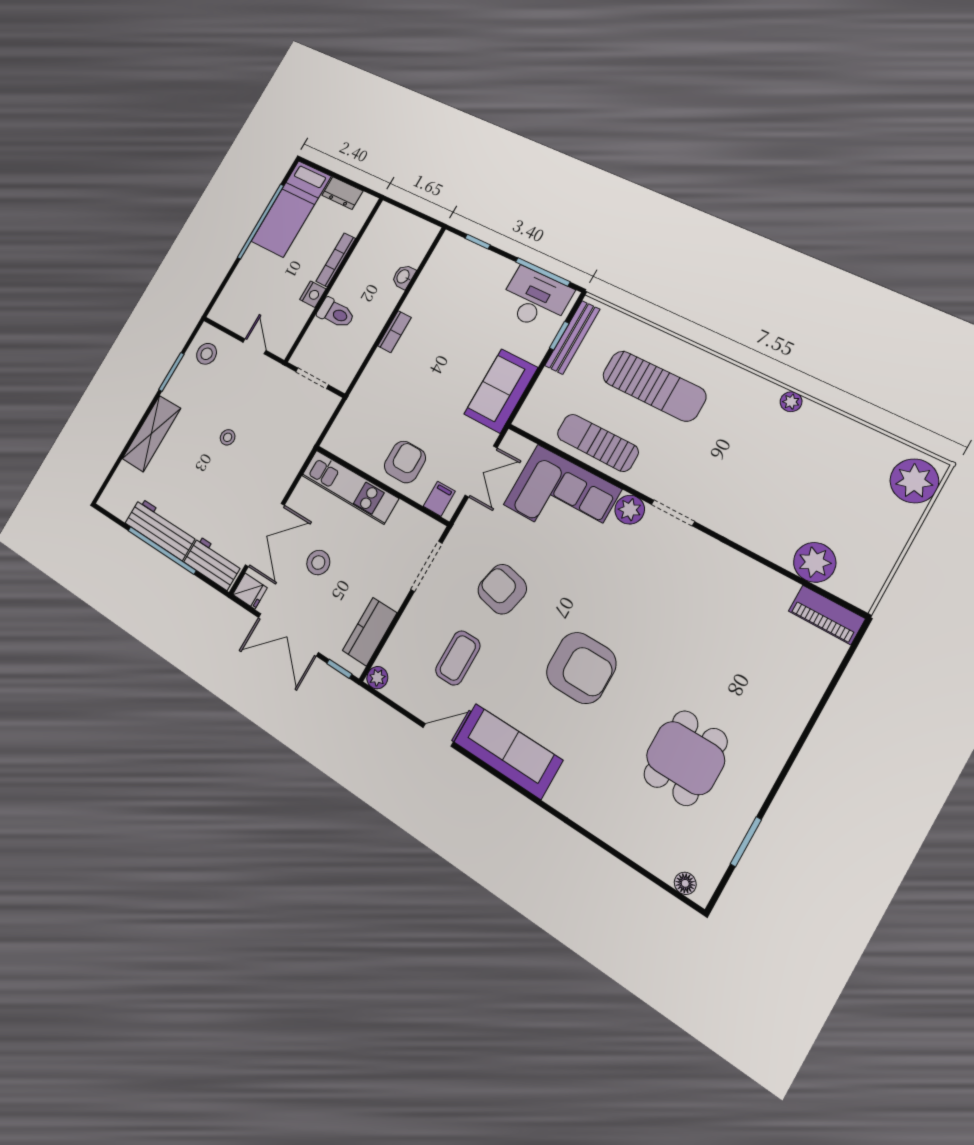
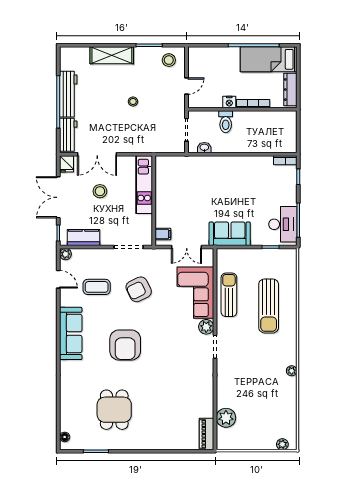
dresser: (342, 193) -> (290, 90), width x1.44
washbasin: (403, 277) -> (204, 148), moved
bookcase: (394, 332) -> (285, 160), moved
bench: (572, 337) -> (273, 254), removed
armchair: (405, 462) -> (171, 206), removed
plant: (914, 481) -> (282, 444), width x0.53, depth x0.53
armchair: (502, 589) -> (139, 289), turned -129
door: (438, 735) -> (58, 279), moved
dining table: (685, 758) -> (114, 410), turned 90

